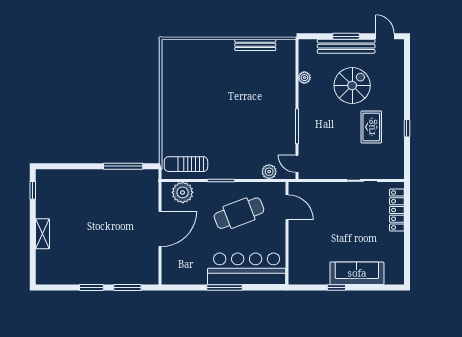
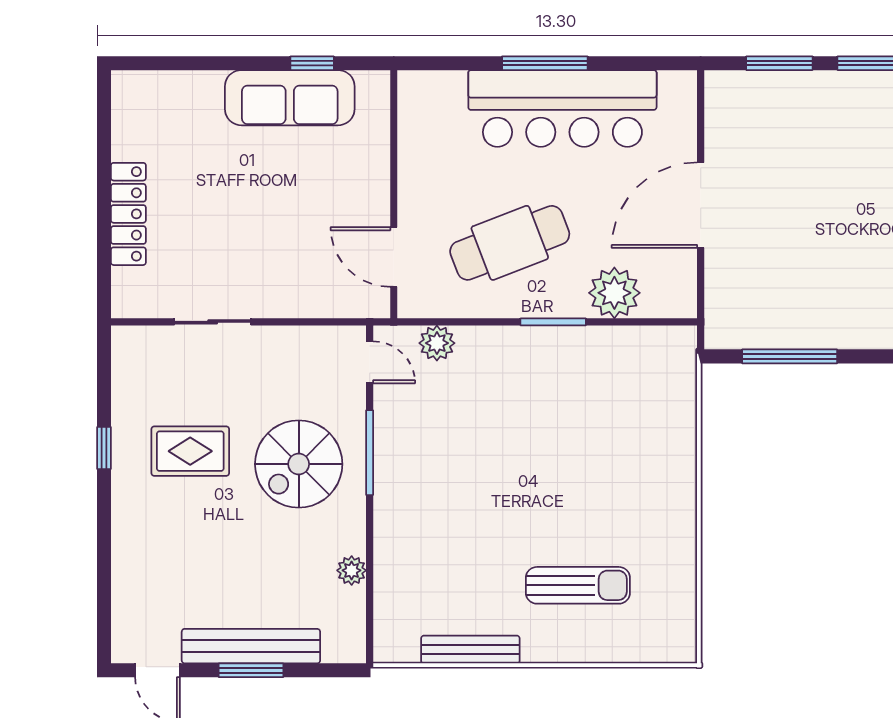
spiral stairs: (352, 85) -> (299, 464), moved
rug: (371, 127) -> (190, 451), turned 90
sun lounger: (186, 164) -> (578, 585), moved
plant: (183, 192) -> (614, 293), moved
locker: (397, 210) -> (128, 214), moved
bar counter: (247, 269) -> (562, 108), moved
sofa: (357, 273) -> (290, 98), moved
window: (336, 288) -> (312, 63), moved

